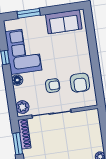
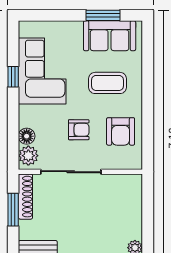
window: (29, 13) -> (103, 15), moved
coffee table: (67, 53) -> (108, 83), added
floor lamp: (17, 80) -> (27, 136), moved

